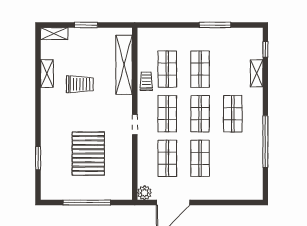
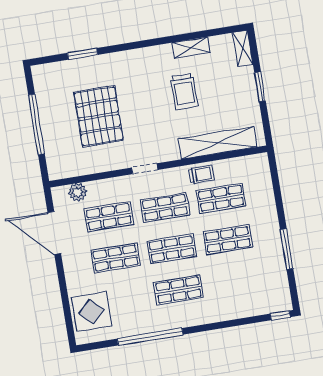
window: (265, 49) -> (280, 315), moved
shelving: (257, 73) -> (234, 312), removed
pallet: (88, 154) -> (98, 116), turned 90
display table: (239, 184) -> (92, 312), added
plant: (145, 193) -> (78, 192), moved

